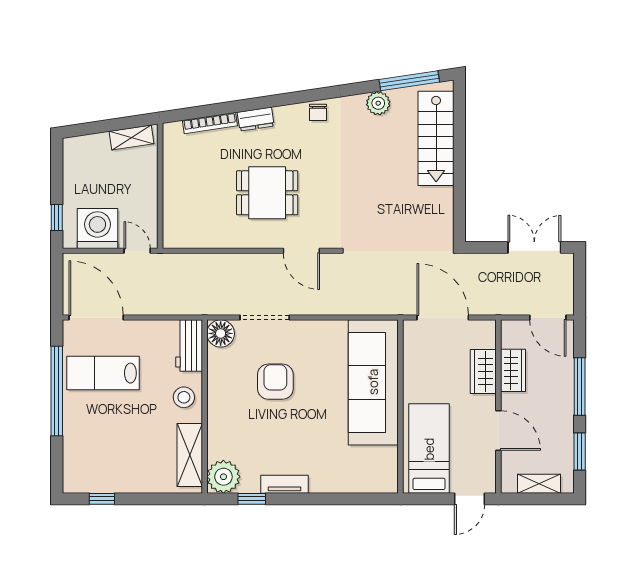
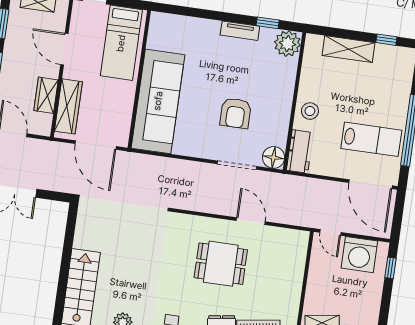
door: (301, 251) -> (251, 221), moved
wardrobe: (483, 371) -> (68, 106), width x1.50
shelving: (190, 455) -> (348, 49), moved, turned 90

